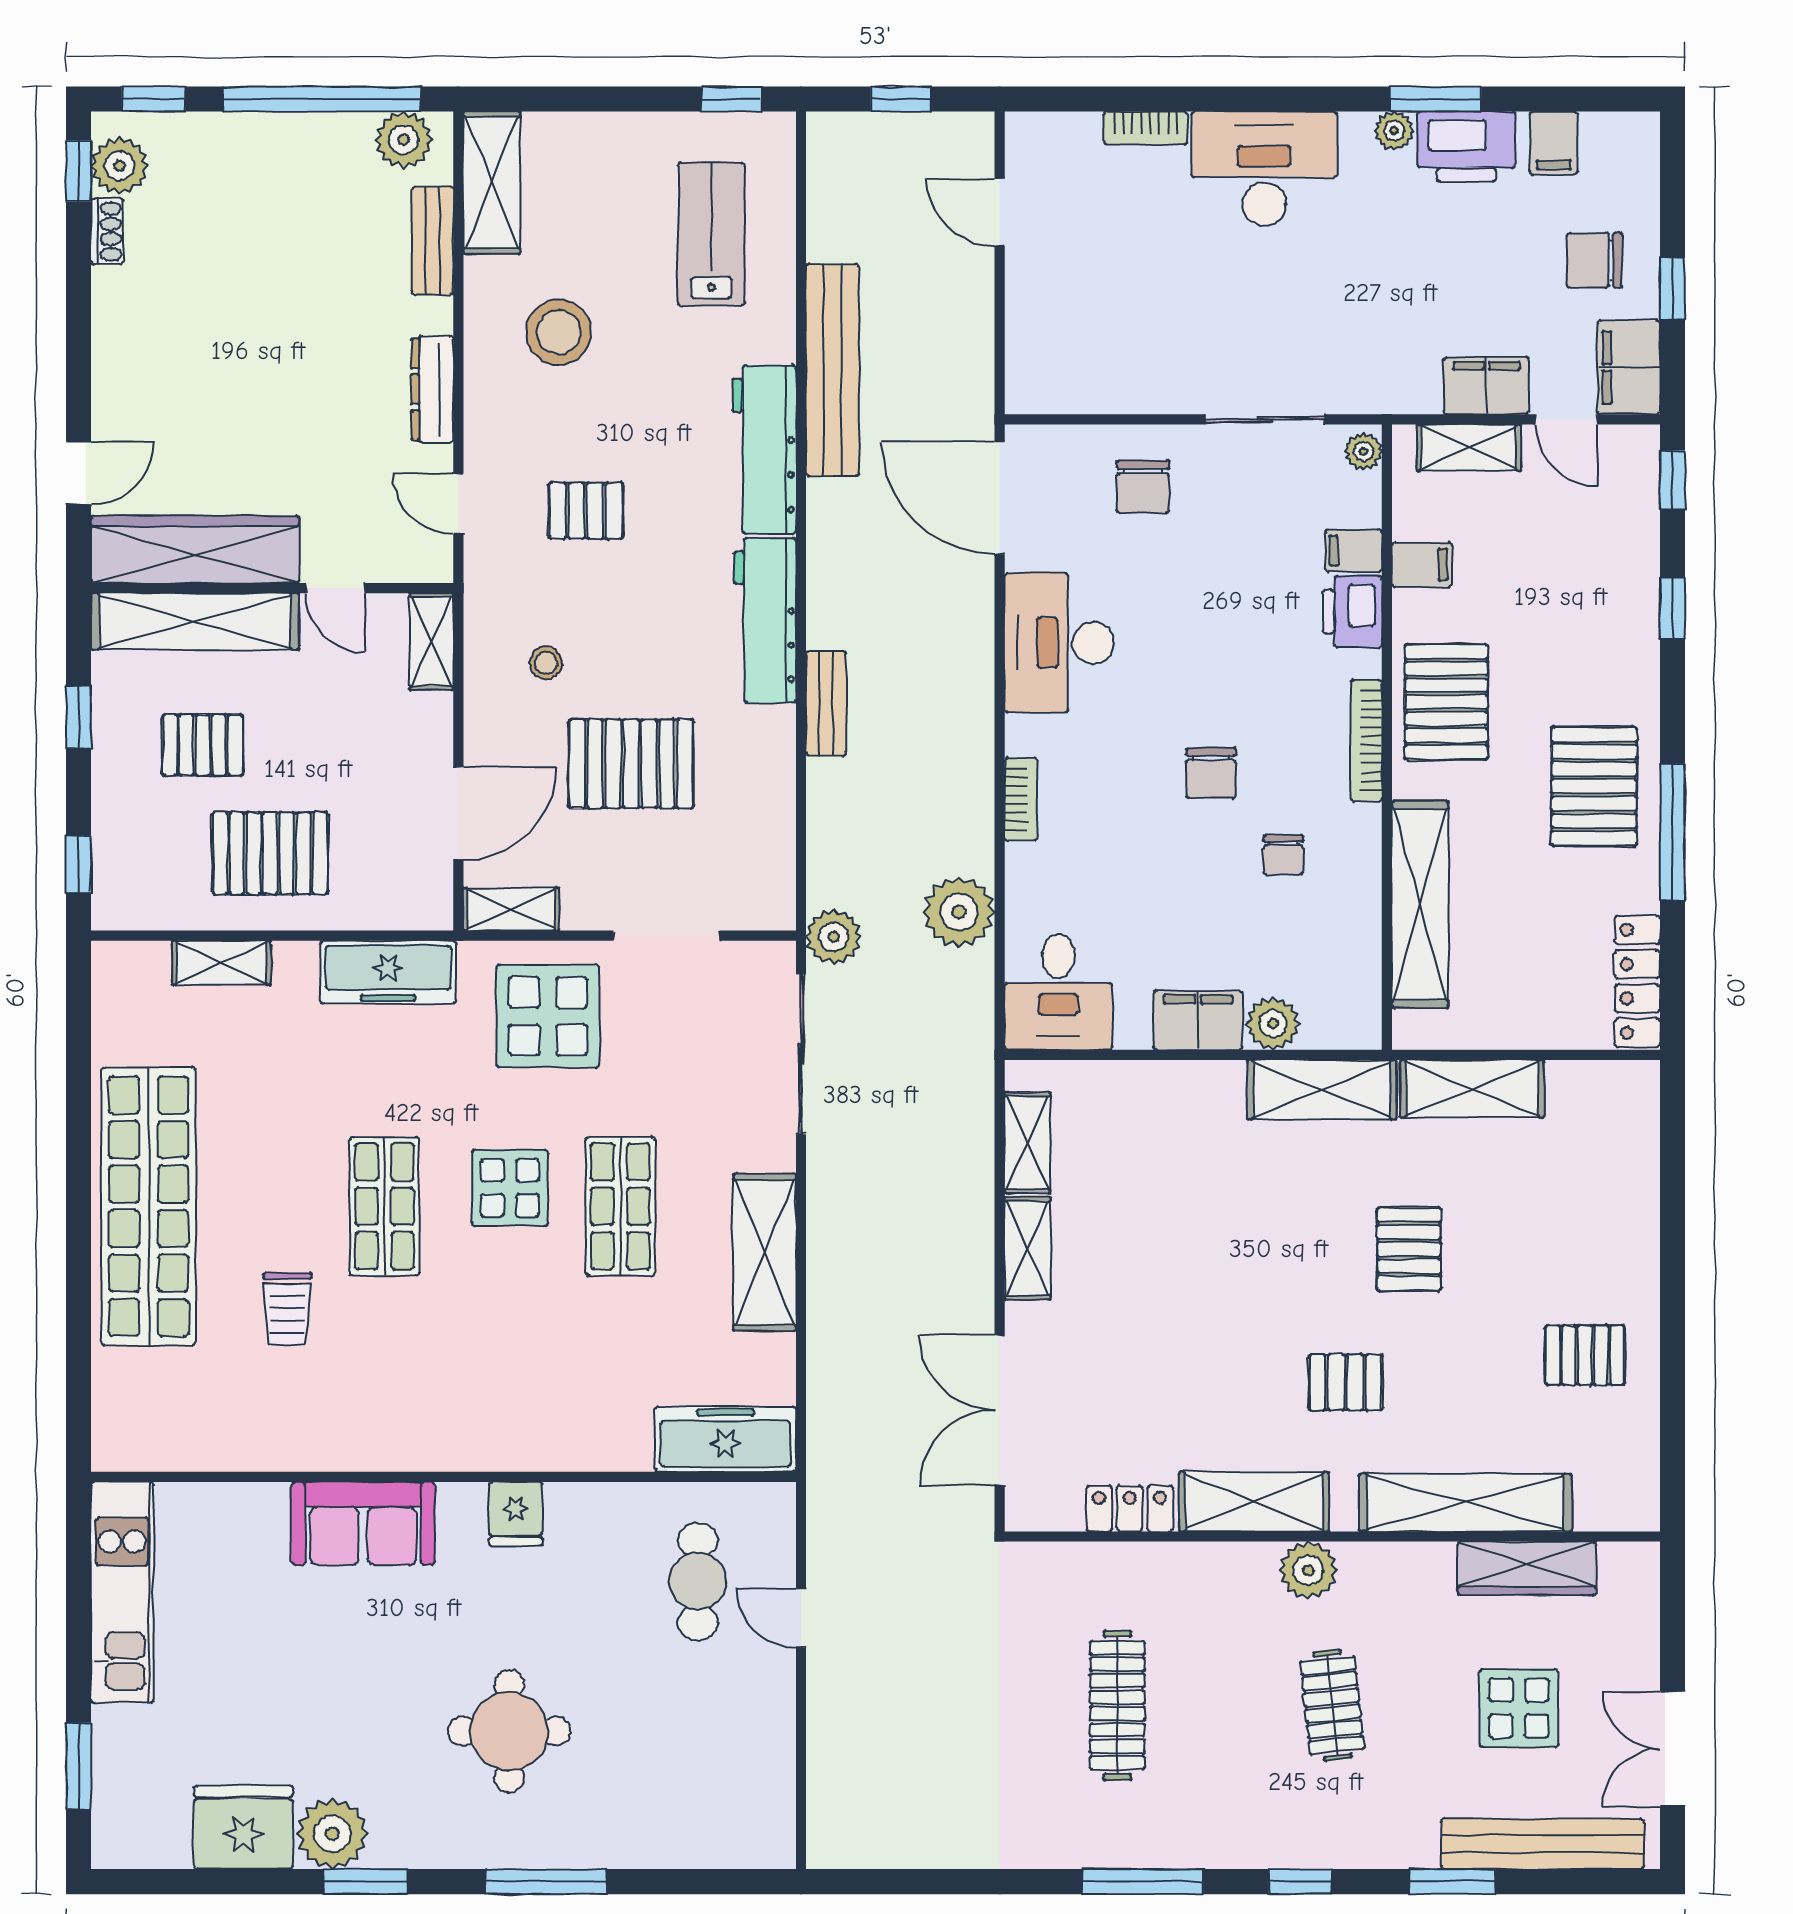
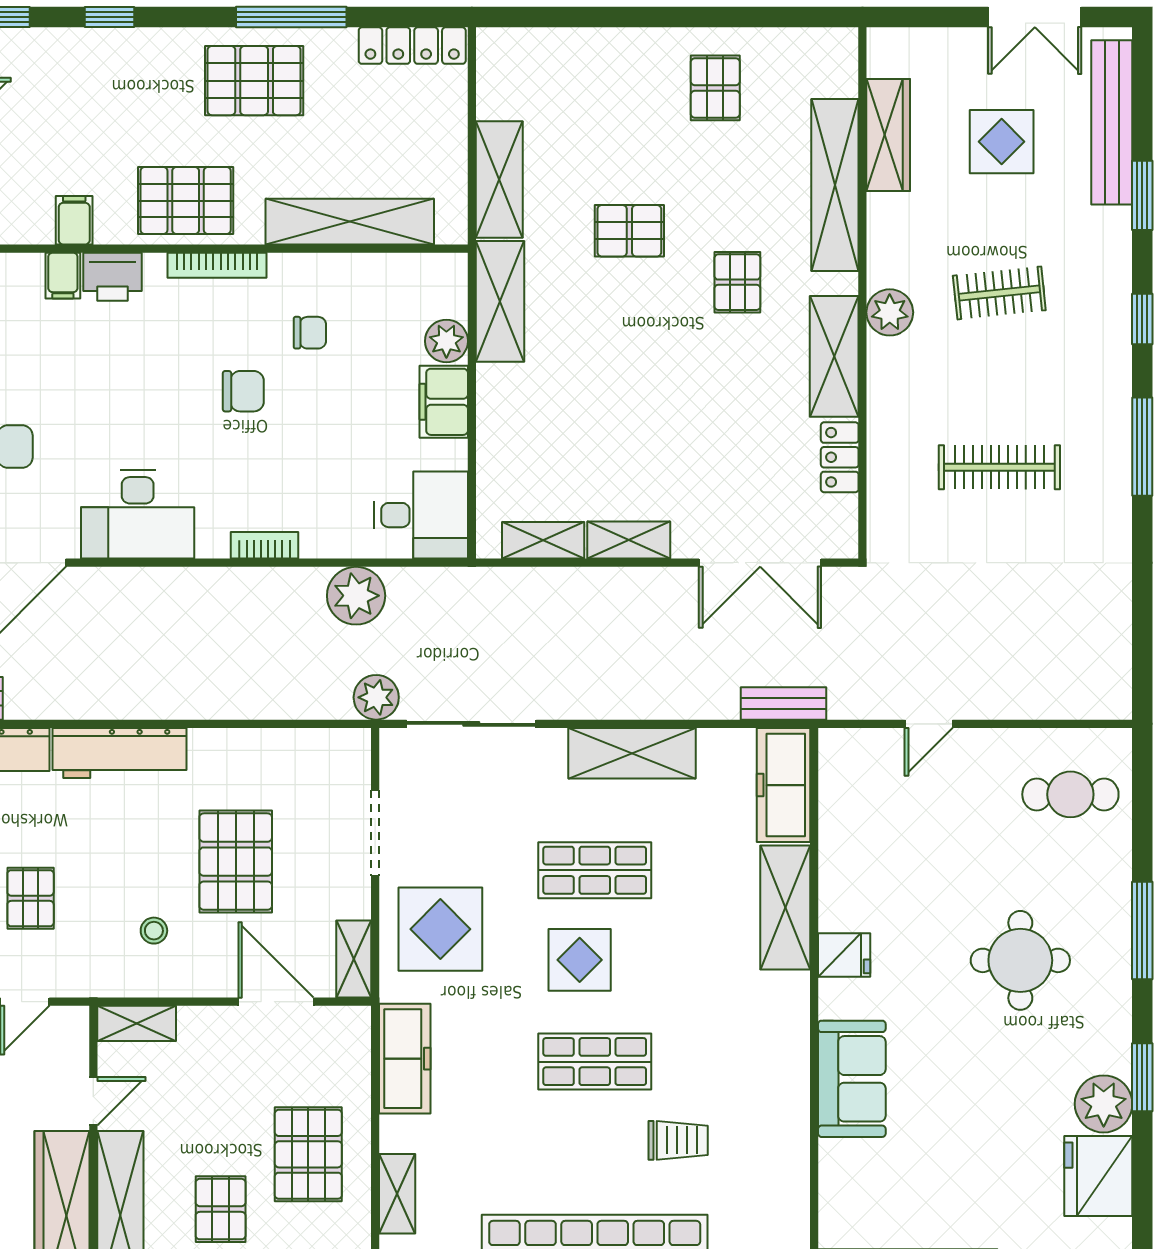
bench: (826, 703) -> (784, 703), moved
shelving: (574, 1441) -> (785, 908), added
cafe table: (698, 1581) -> (1070, 794), moved

